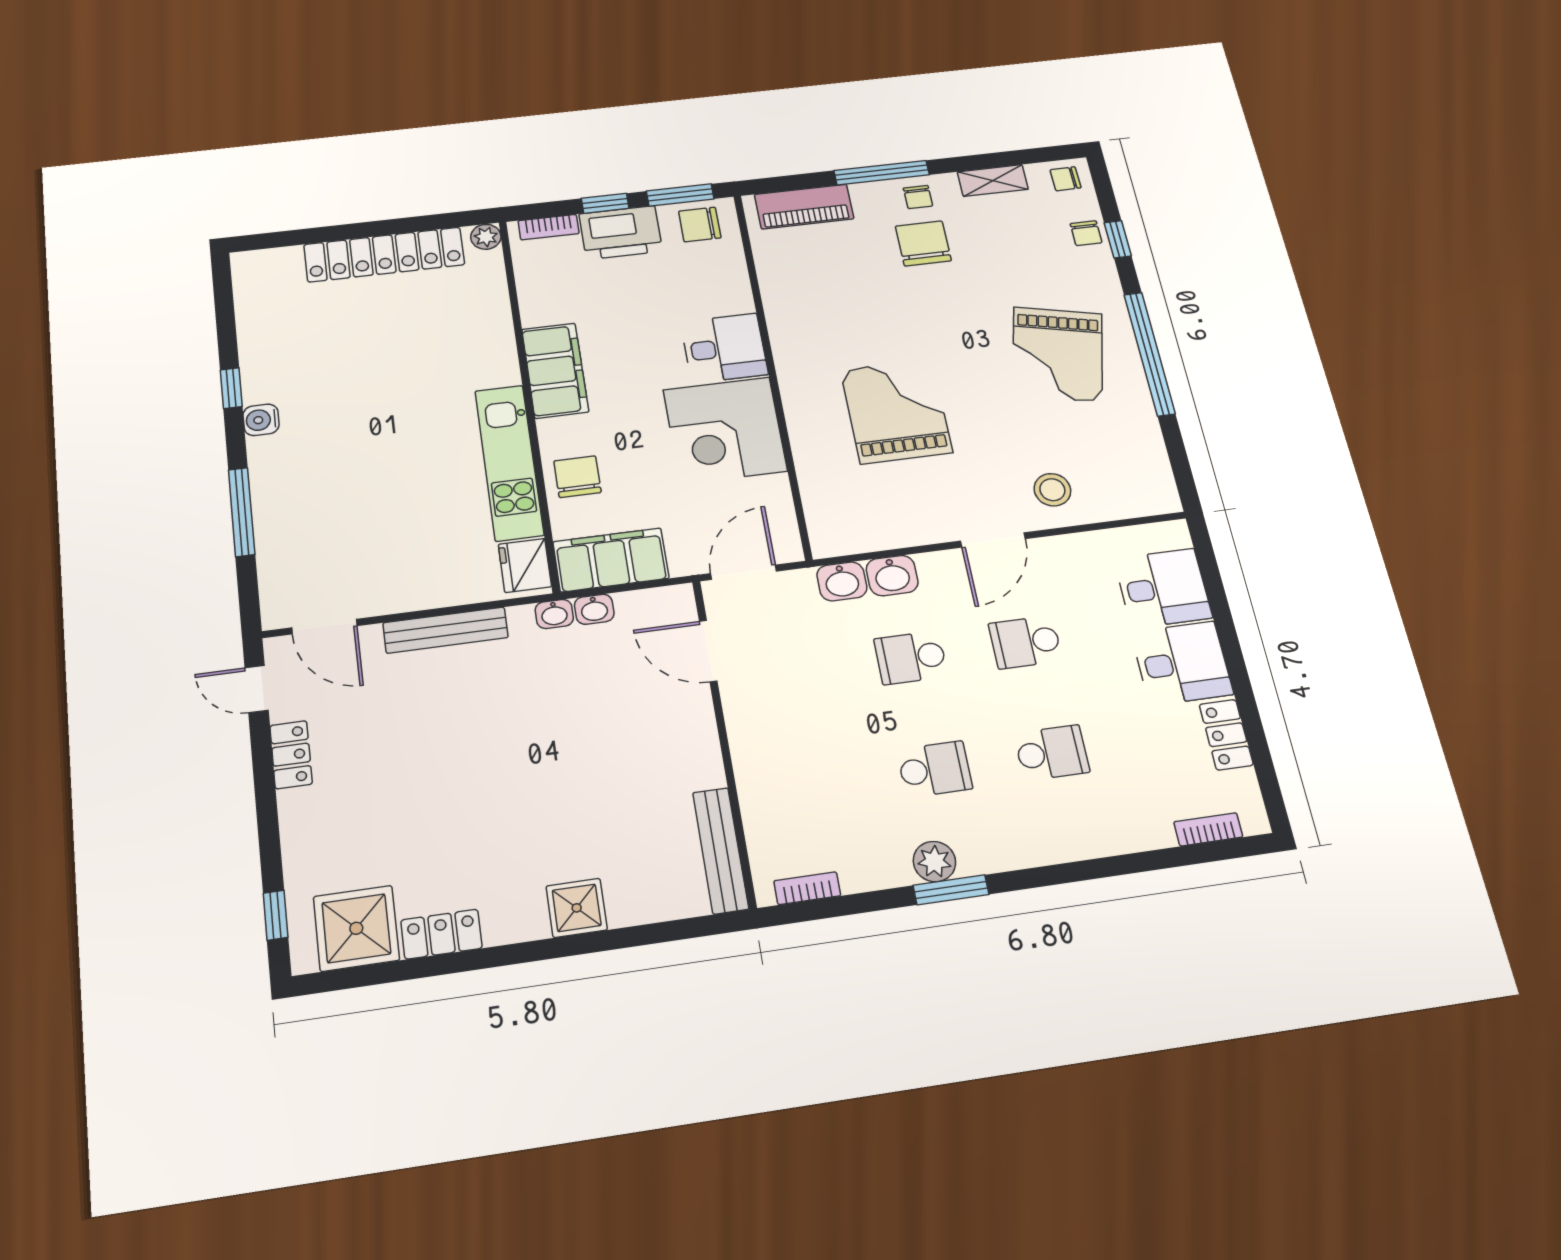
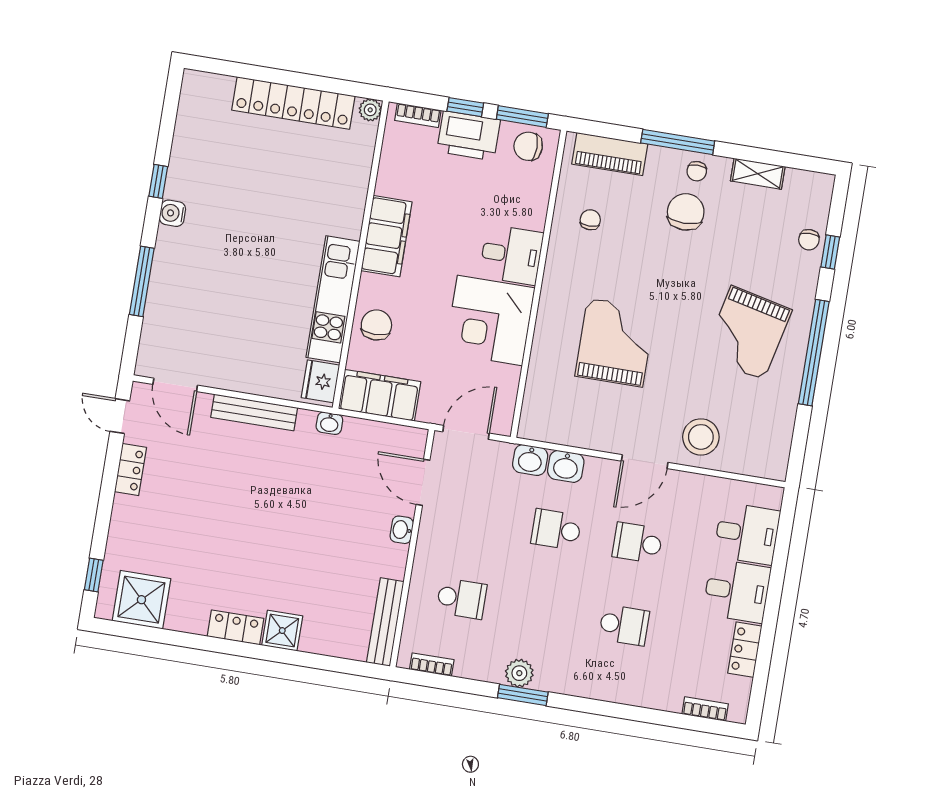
chair: (1065, 179) -> (590, 220), moved, turned 91
stool: (1052, 490) -> (701, 437), width x1.38, depth x1.38
washbasin: (594, 609) -> (402, 530), moved, turned 90
school desk: (935, 769) -> (461, 598), moved
locker: (441, 934) -> (235, 627), moved

